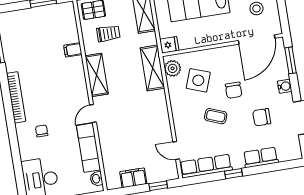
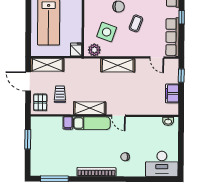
shelving: (152, 68) -> (118, 65), moved
exam couch: (89, 148) -> (92, 123), moved
door: (176, 150) -> (157, 58), hinge flipped

